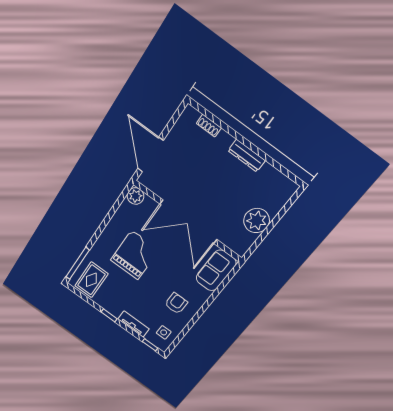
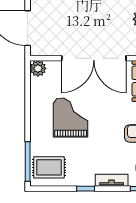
rug: (91, 280) -> (49, 167), turned 90

